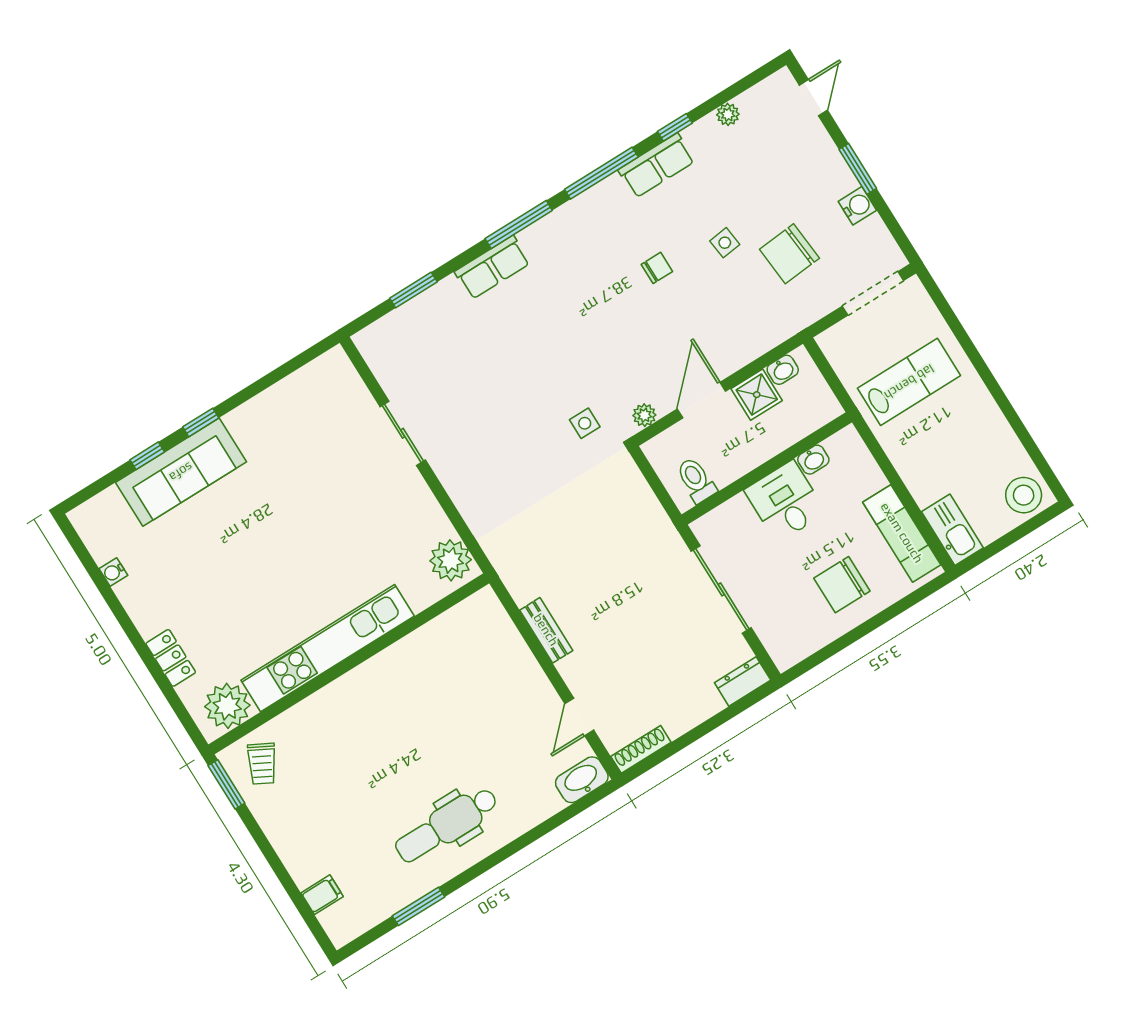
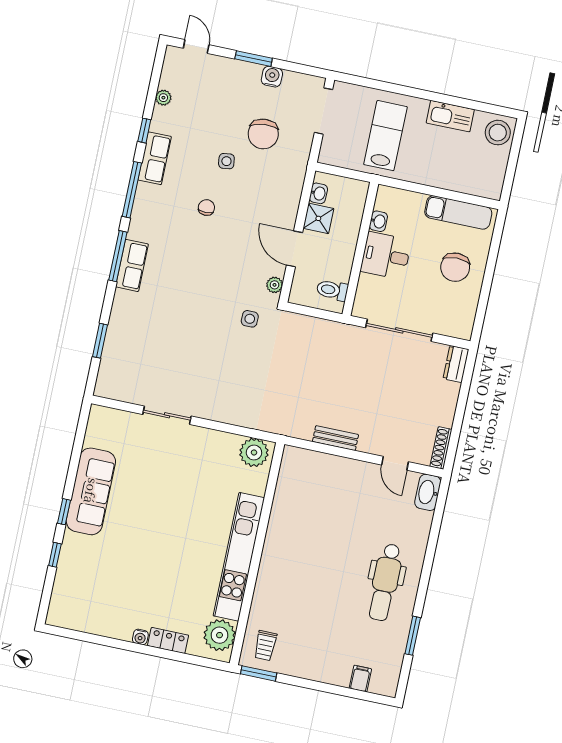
row of seats: (492, 267) -> (132, 265), moved
sofa: (181, 472) -> (91, 491), moved
kitchen sink: (952, 530) -> (450, 116), moved, turned 180
water cooler: (113, 572) -> (140, 637), moved
trolley: (262, 764) -> (265, 646), turned 62

